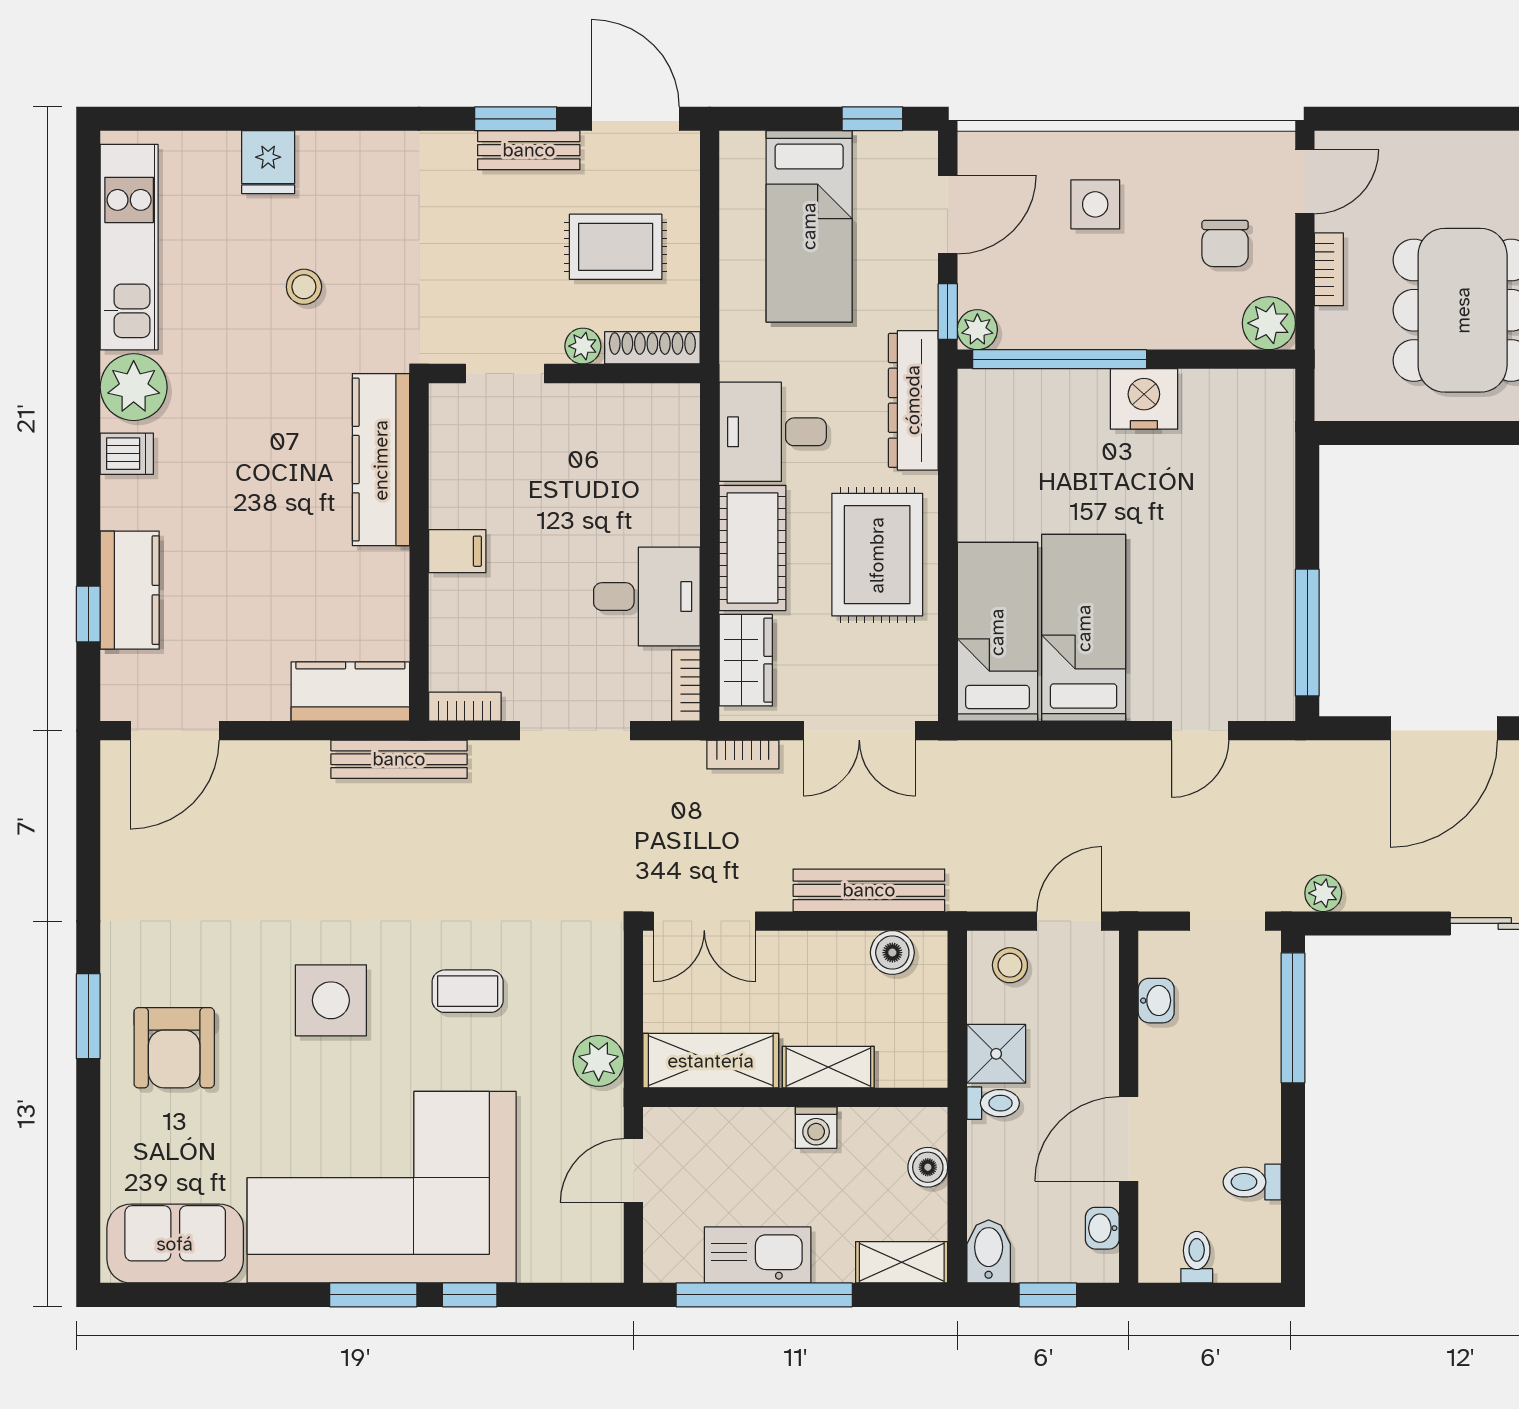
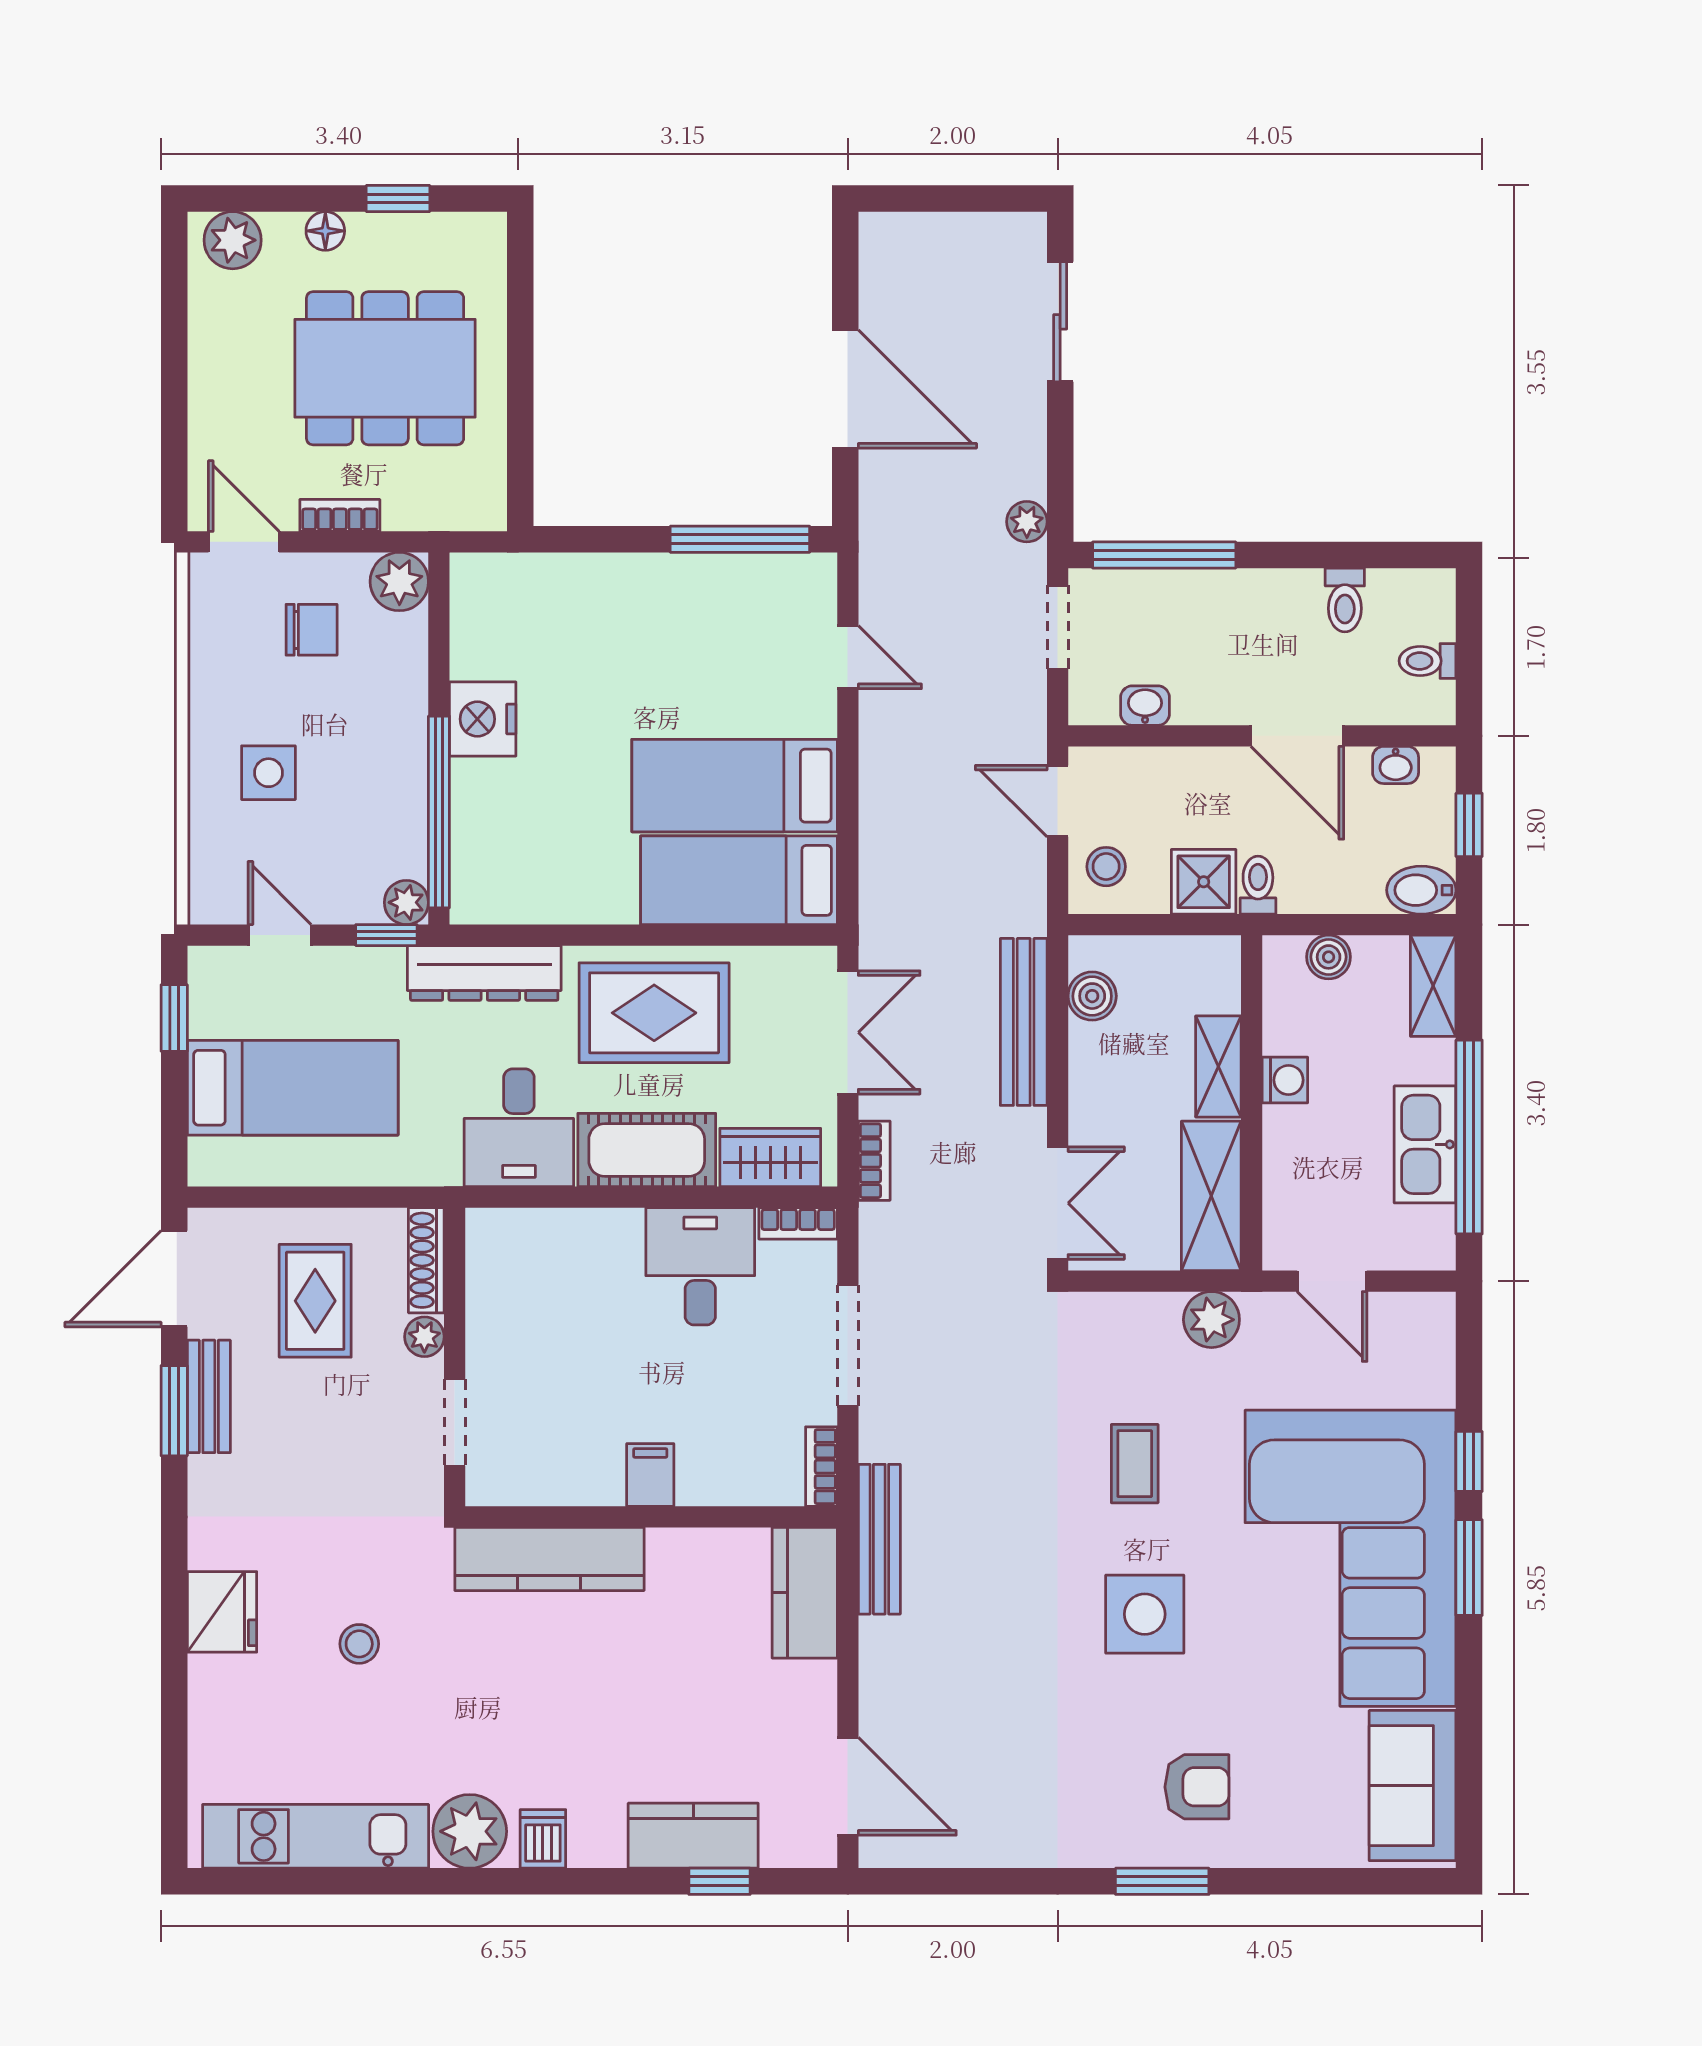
fridge: (268, 162) -> (222, 1612), moved, width x1.38
door: (948, 215) -> (280, 935), width x0.73
armchair: (174, 1048) -> (1197, 1787), width x0.72, depth x0.72

